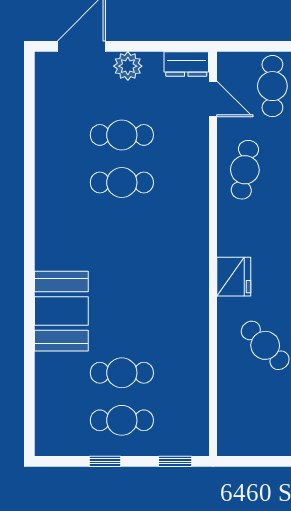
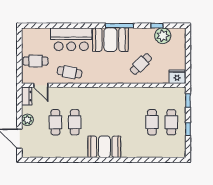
door: (213, 99) -> (41, 85), swing flipped
fridge: (234, 277) -> (177, 77), moved
booth: (61, 311) -> (104, 147), moved

